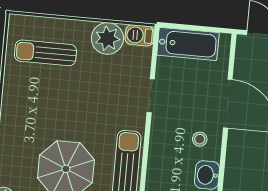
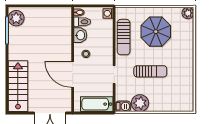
sun lounger: (45, 53) -> (150, 71), moved

